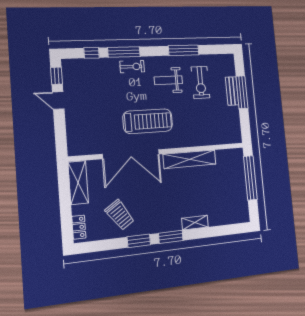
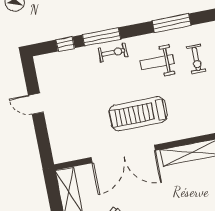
window: (57, 76) -> (30, 76), removed
exercise bike: (200, 82) -> (196, 59), width x0.73, depth x0.72
treadmill: (148, 121) -> (138, 114), turned 180

